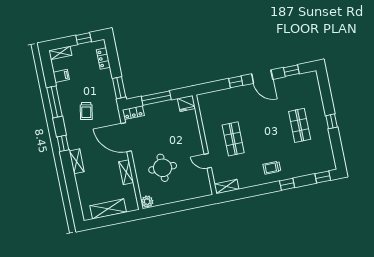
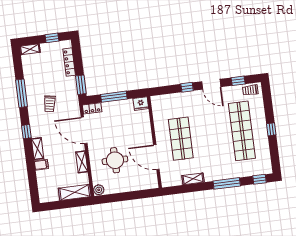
locker: (103, 58) -> (69, 62), width x1.53
filing cabinet: (61, 76) -> (41, 165), moved
shop shelf: (300, 125) -> (242, 131), width x2.00, depth x1.36
shop shelf: (233, 139) -> (181, 139), width x1.43, depth x1.36
door: (208, 161) -> (156, 157), width x1.88
trolley: (272, 168) -> (250, 90), moved
window: (287, 184) -> (227, 183), width x2.17
shelving: (227, 187) -> (193, 179), moved
shelving: (108, 209) -> (75, 192), moved

